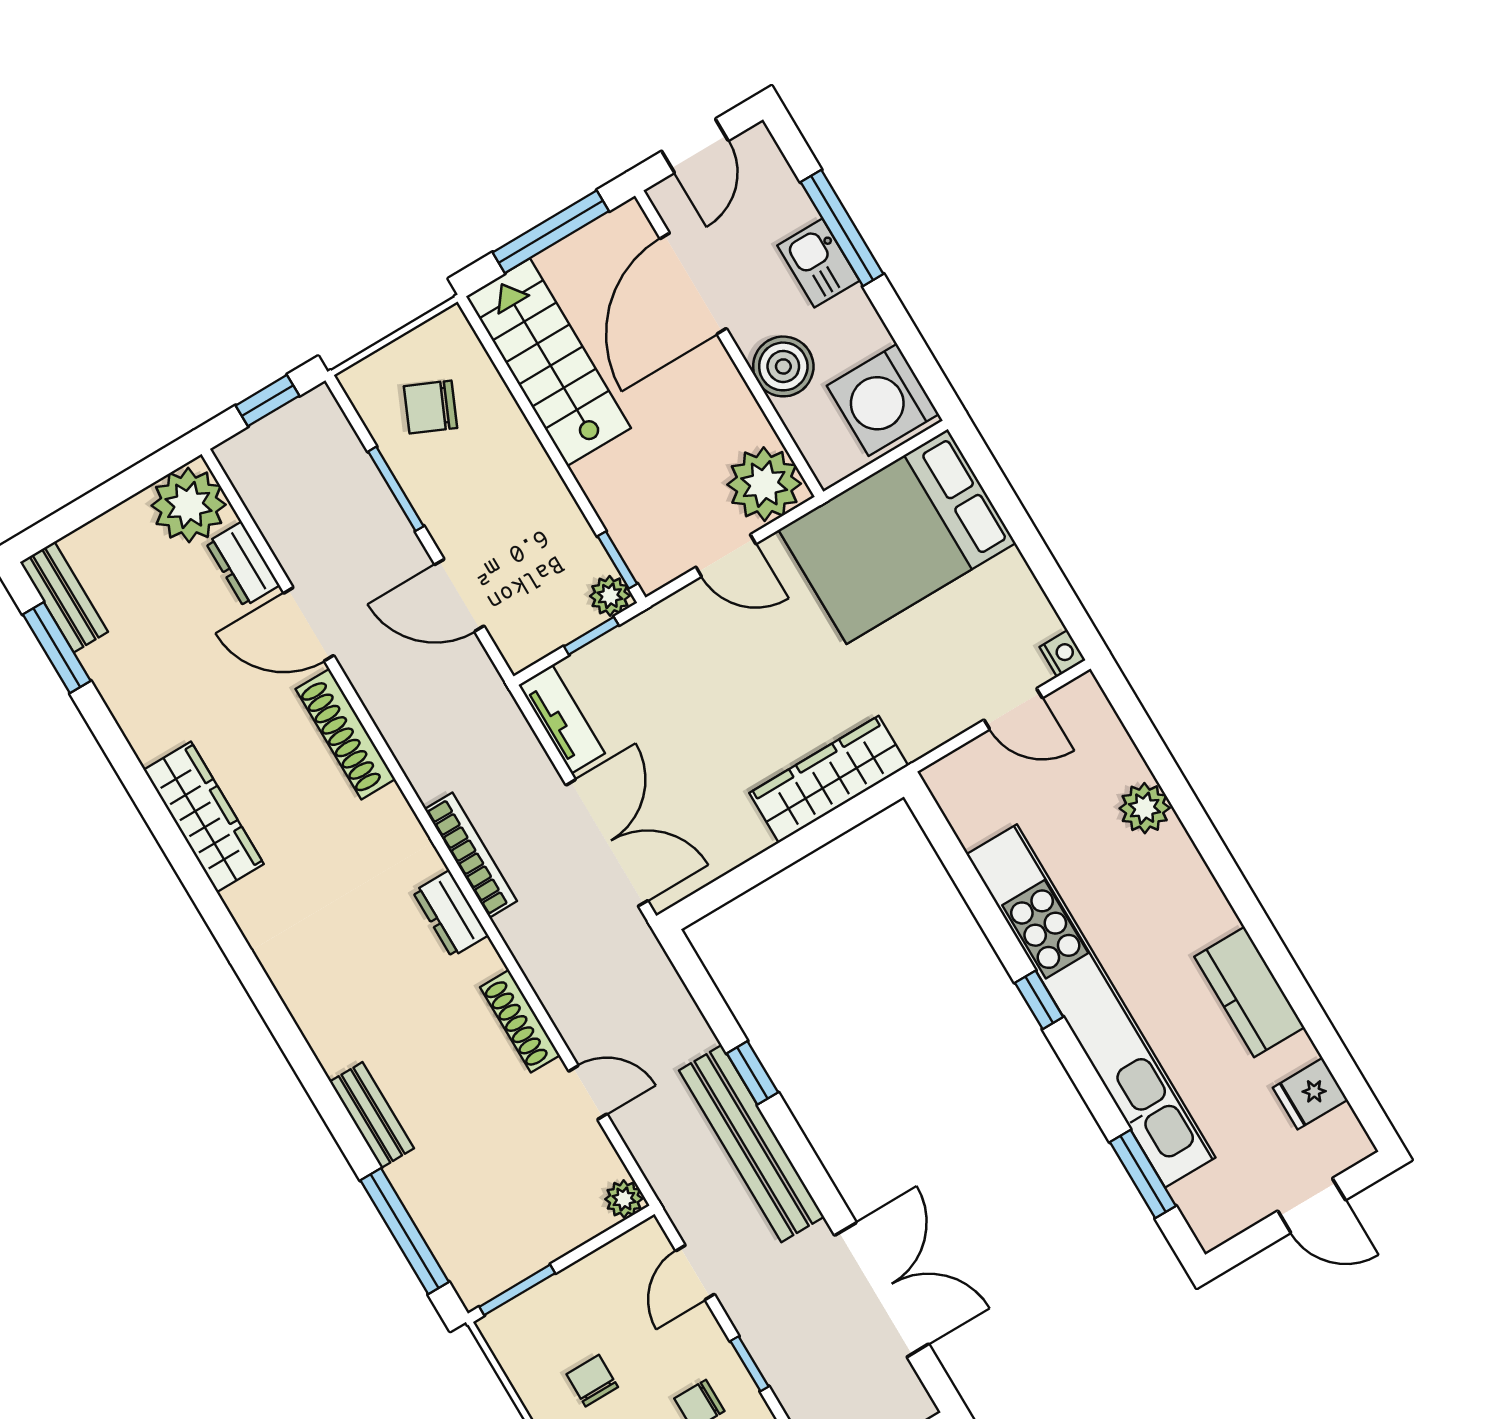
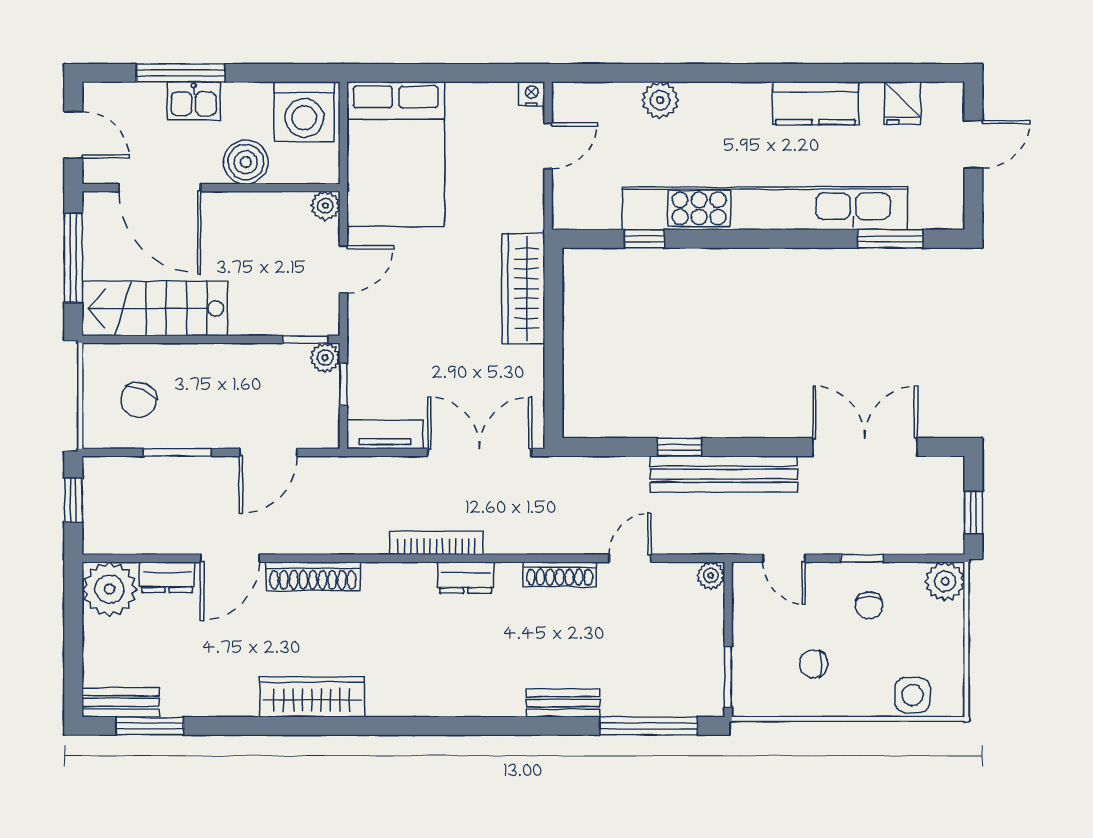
plant: (764, 484) -> (325, 206), width x0.53, depth x0.53
window: (1039, 1000) -> (644, 239), moved

